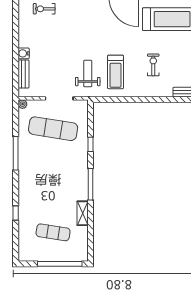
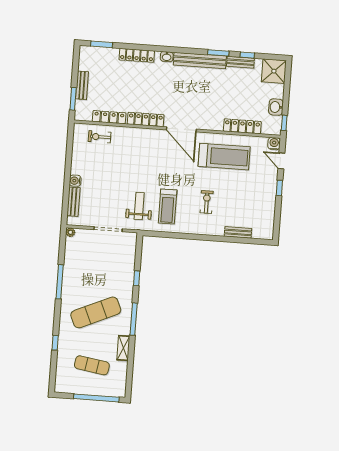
exercise mat: (53, 129) -> (96, 312), moved, turned -33

